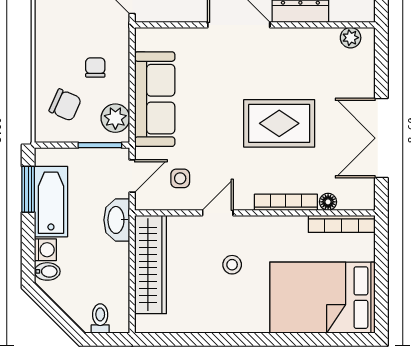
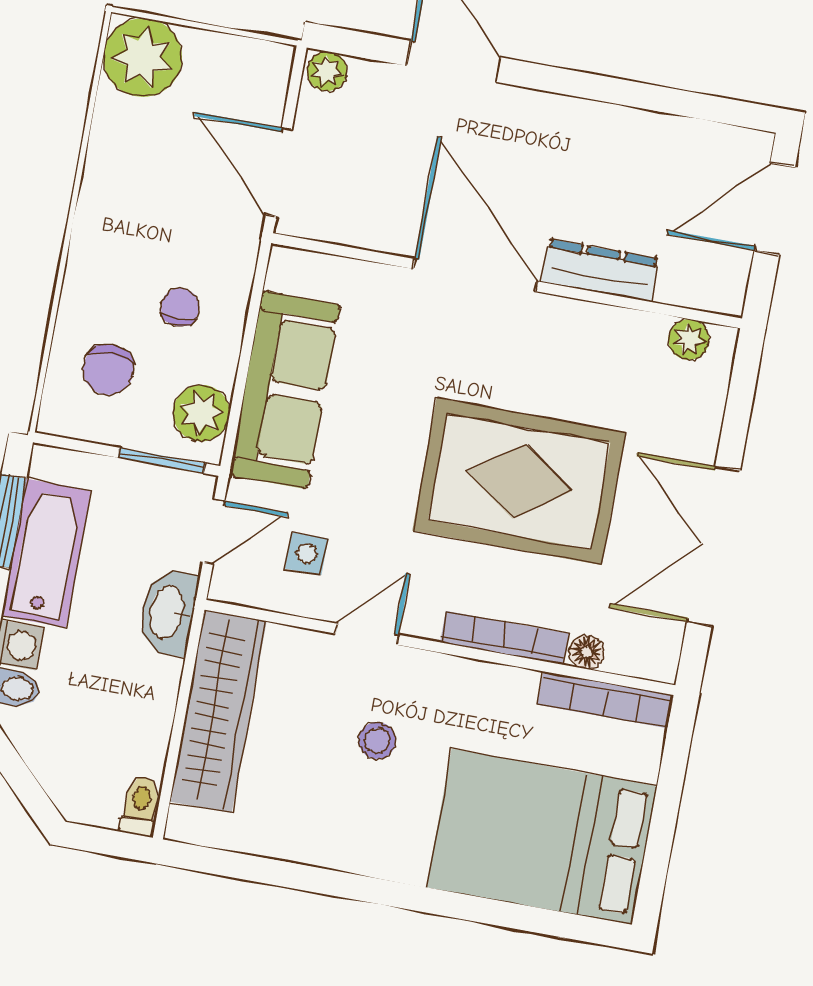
chair: (65, 105) -> (108, 370), turned 66
rug: (279, 123) -> (519, 481), width x1.37, depth x1.44
toilet: (100, 318) -> (140, 806), moved

